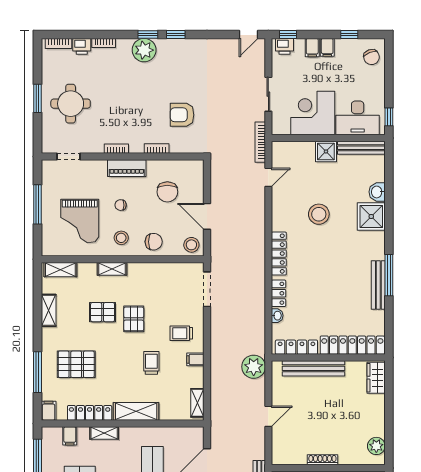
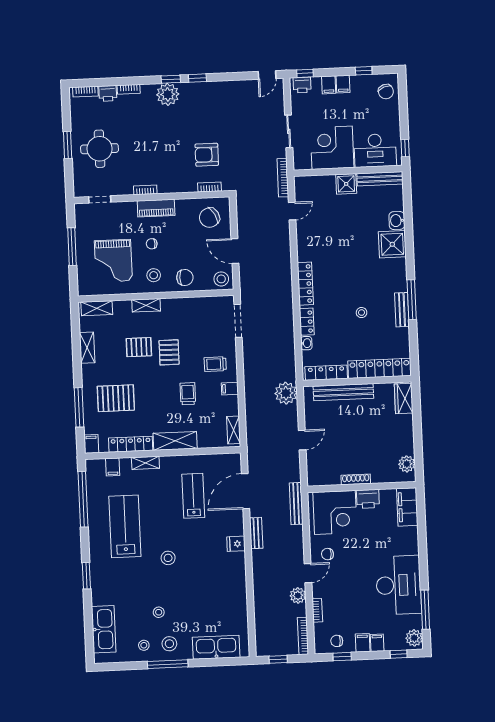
bookcase: (157, 149) -> (209, 187), moved
chair: (167, 192) -> (209, 218), moved, turned 61
stool: (319, 214) -> (362, 313), moved, width x0.53, depth x0.53
bench: (378, 285) -> (402, 310), width x0.73

